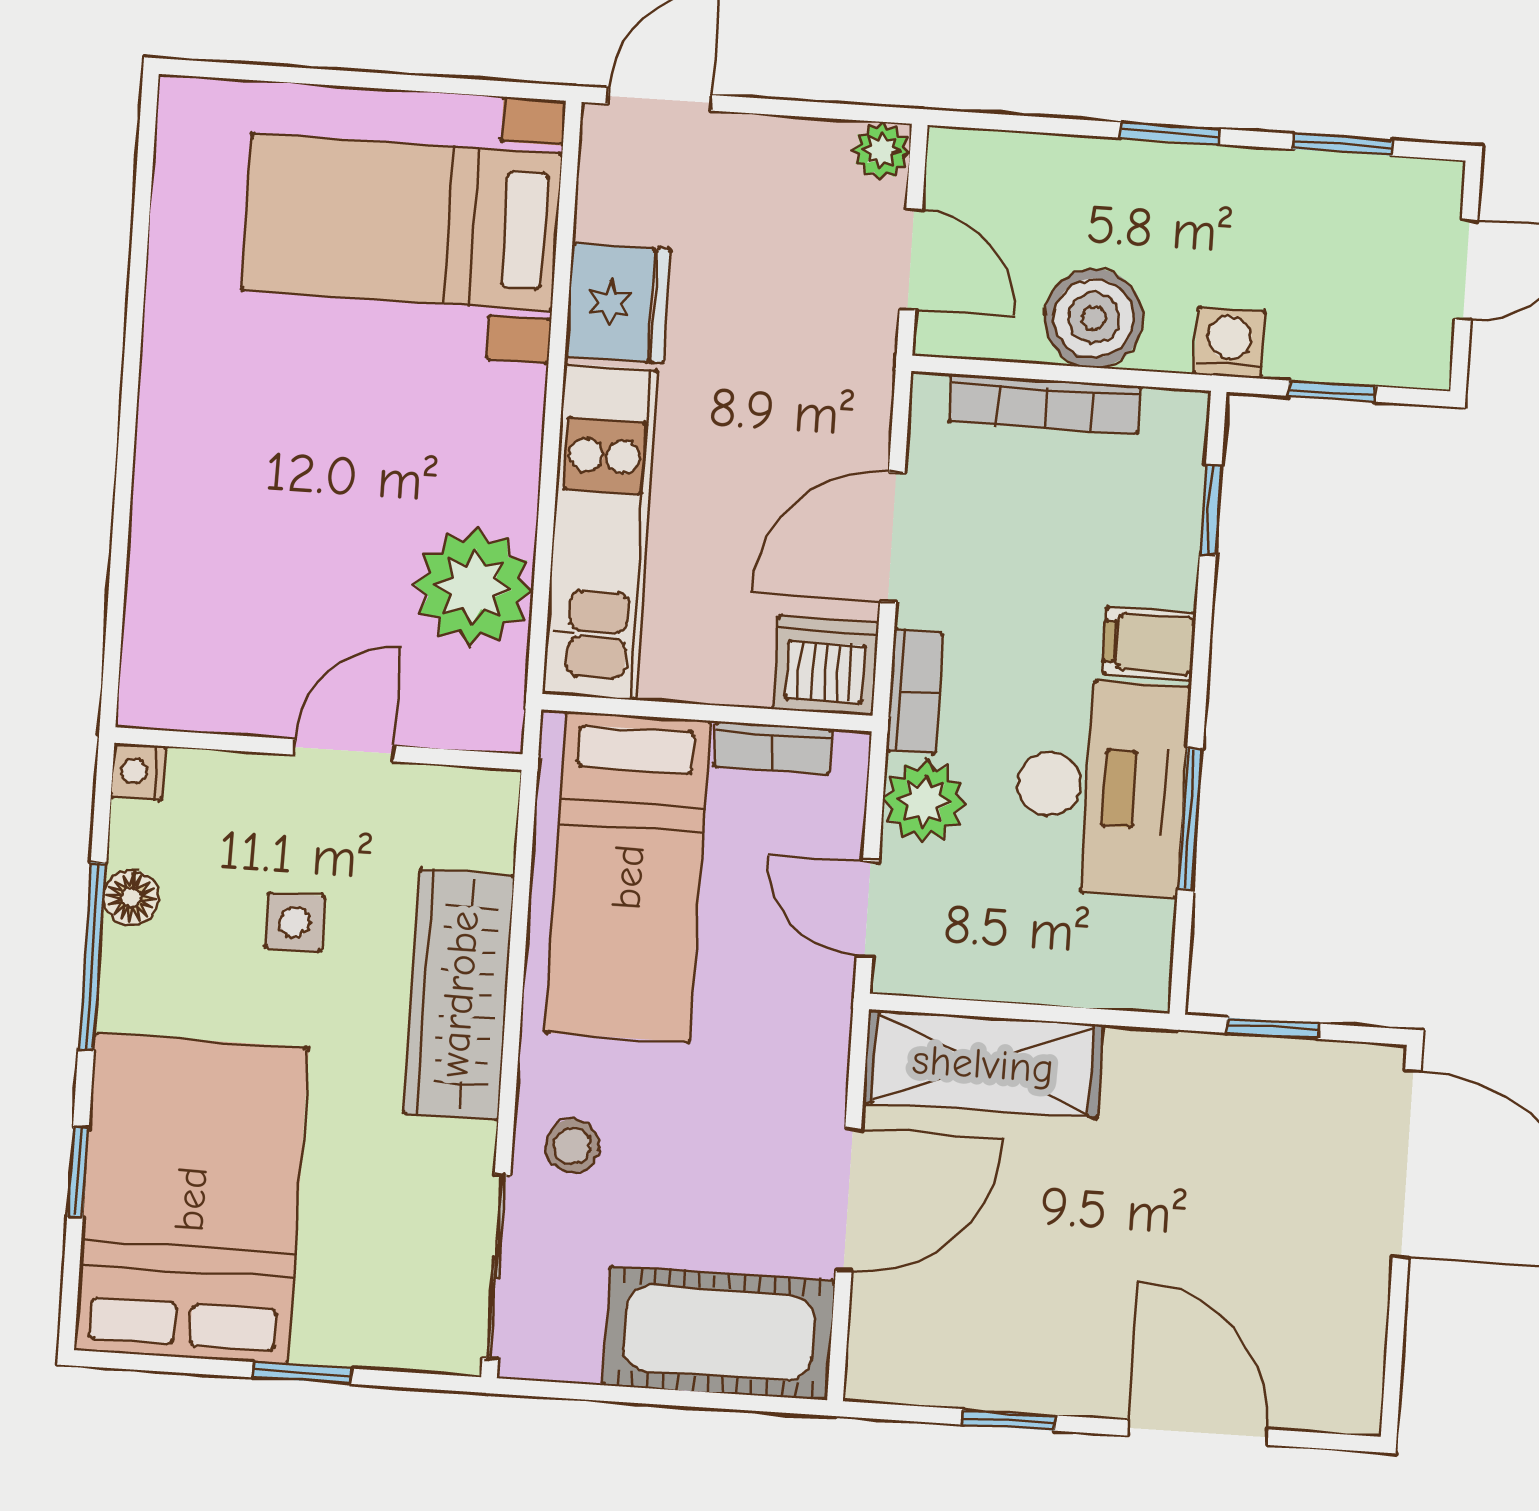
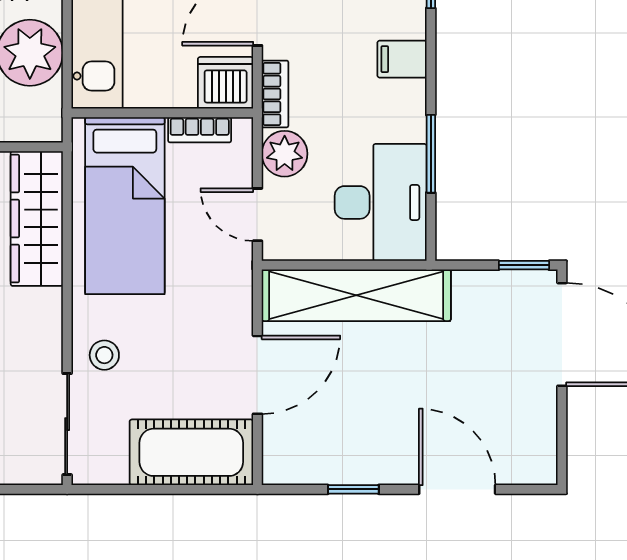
desk: (1101, 787) -> (381, 202), moved
wardrobe: (459, 994) -> (37, 219), moved
window: (1273, 1028) -> (524, 265), moved
shelving: (983, 1064) -> (356, 295), width x1.47

